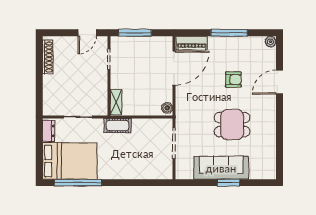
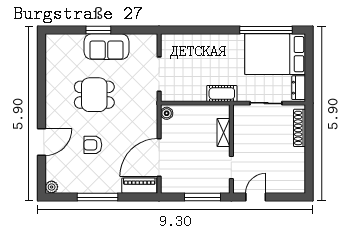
shoe rack: (48, 57) -> (300, 128), moved
shelving: (116, 102) -> (224, 132), moved
sofa: (221, 168) -> (106, 47), width x0.73

